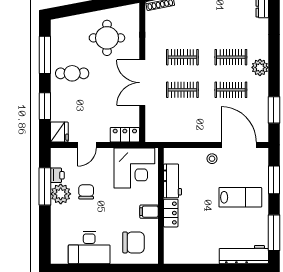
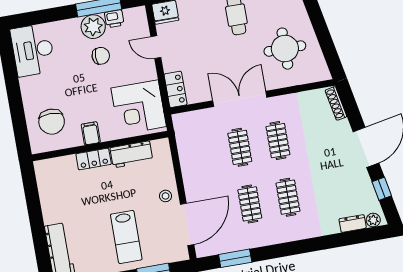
plant: (260, 67) -> (282, 233), removed
desk: (89, 247) -> (33, 50), moved

